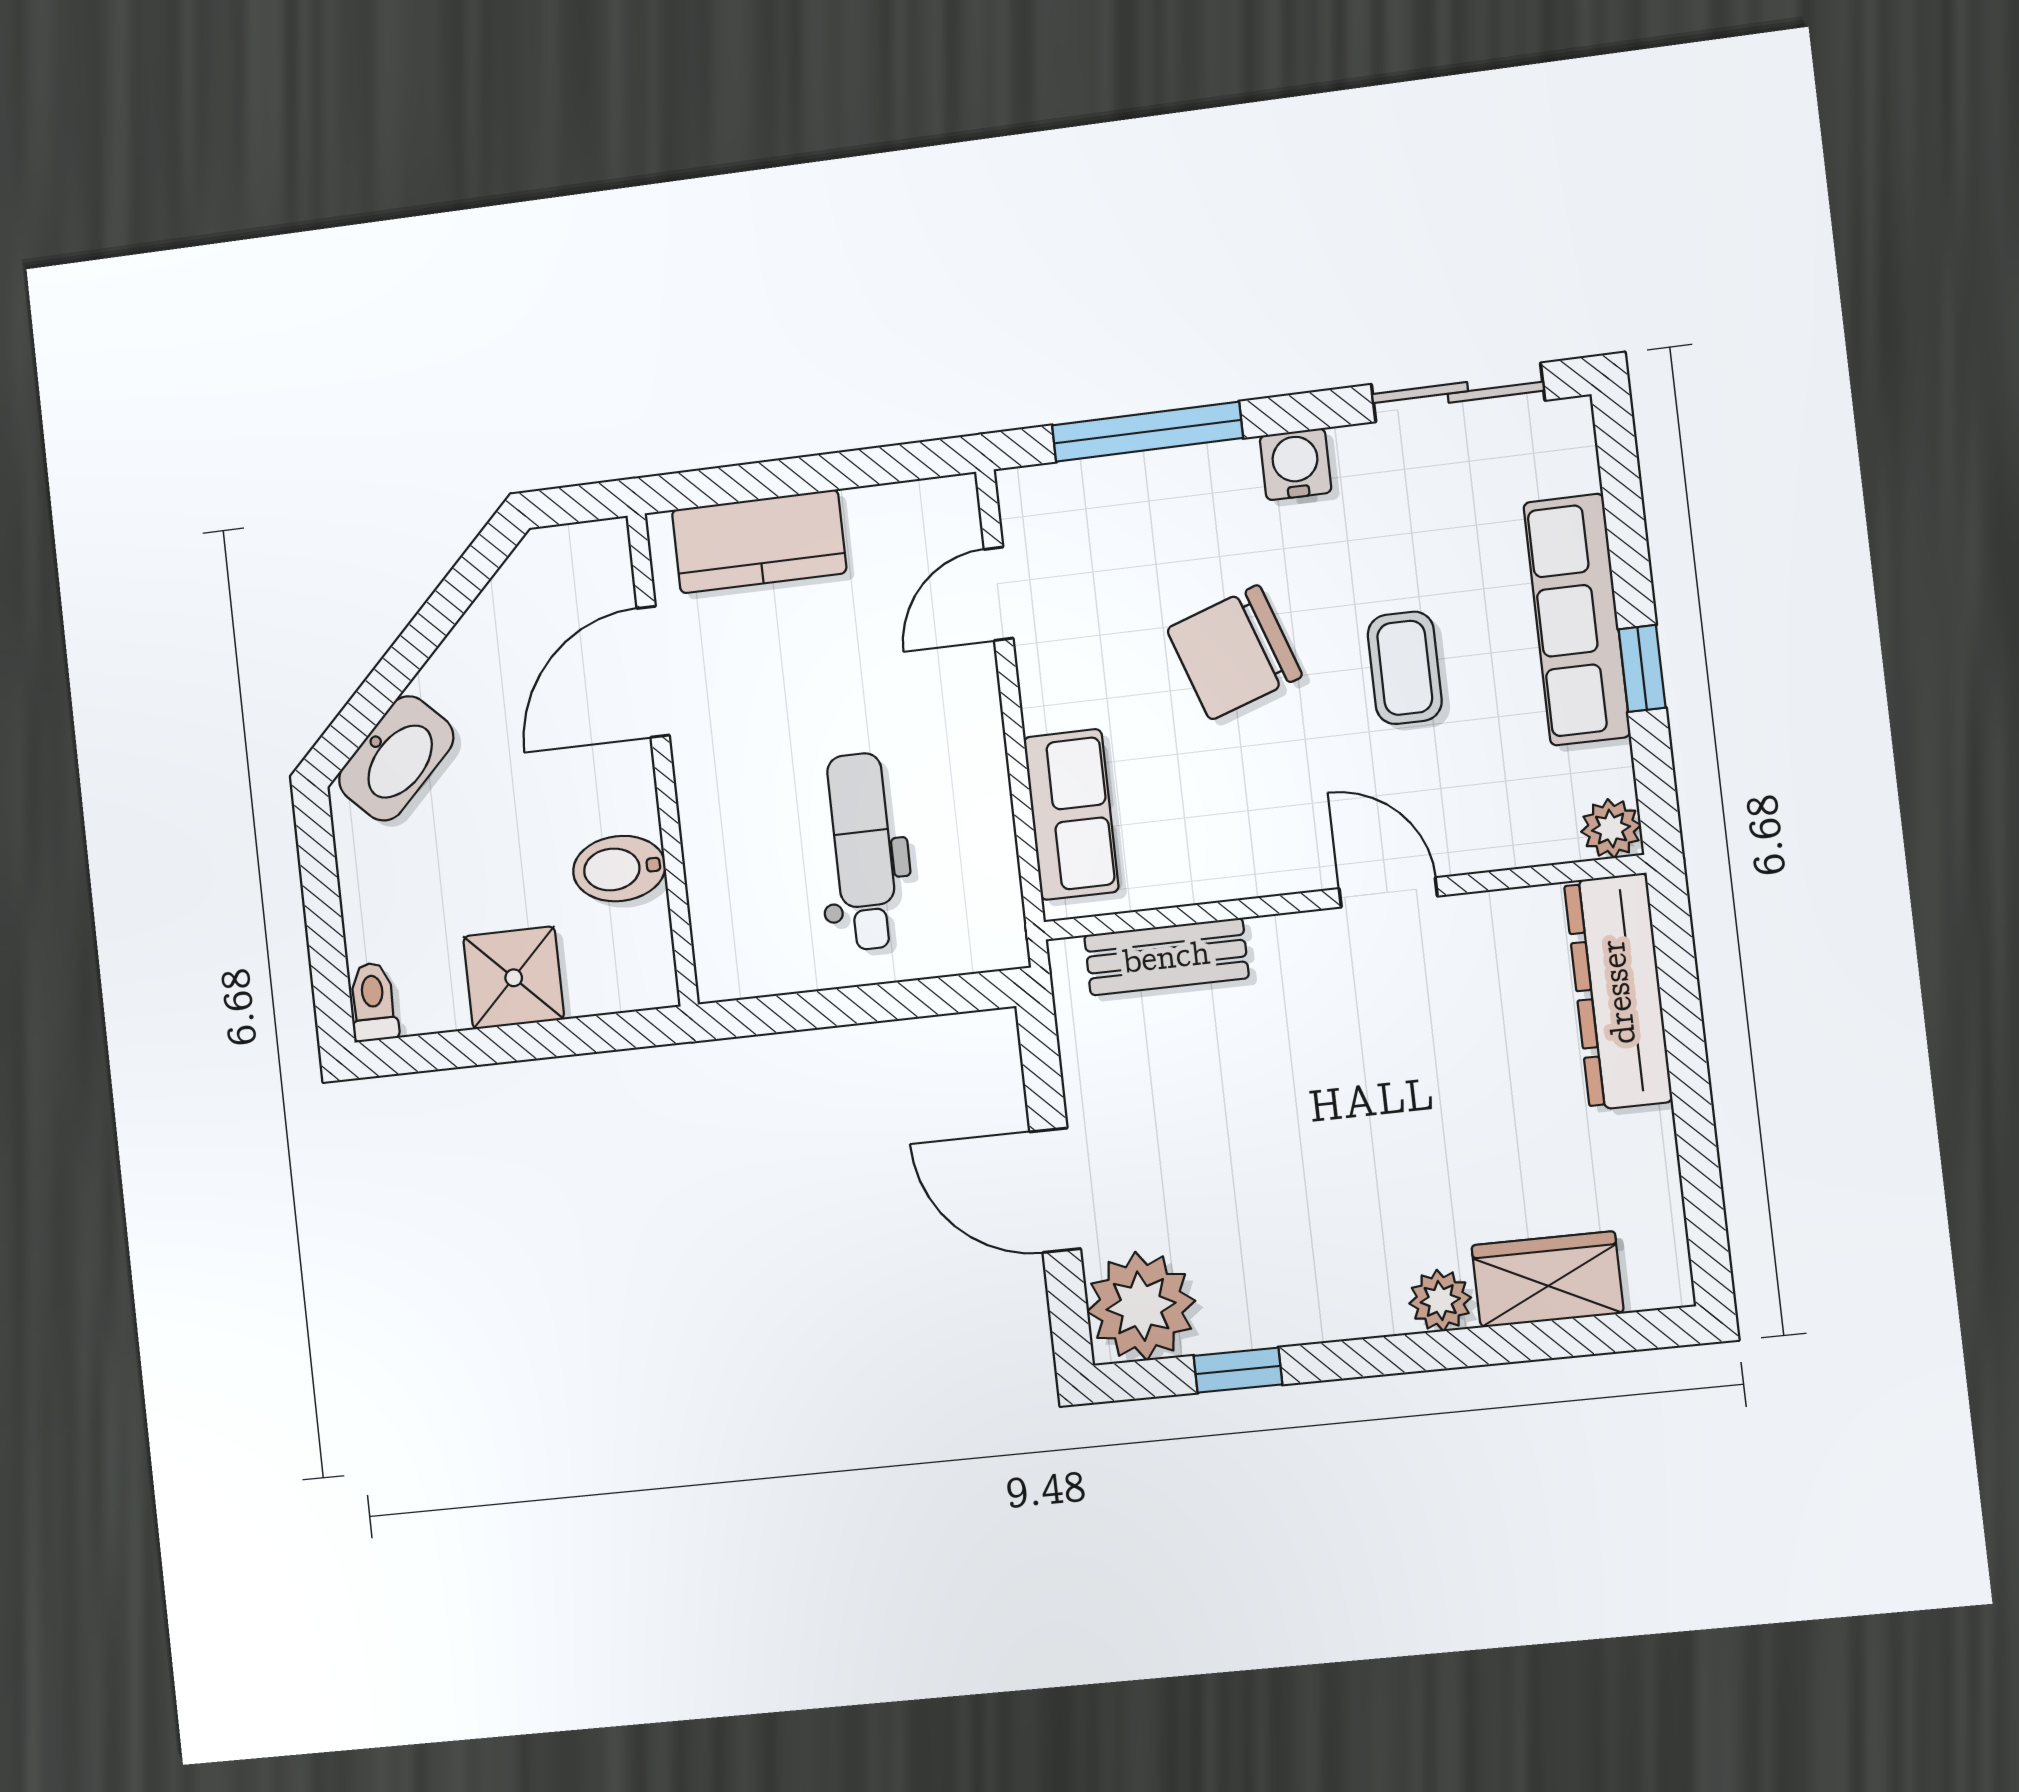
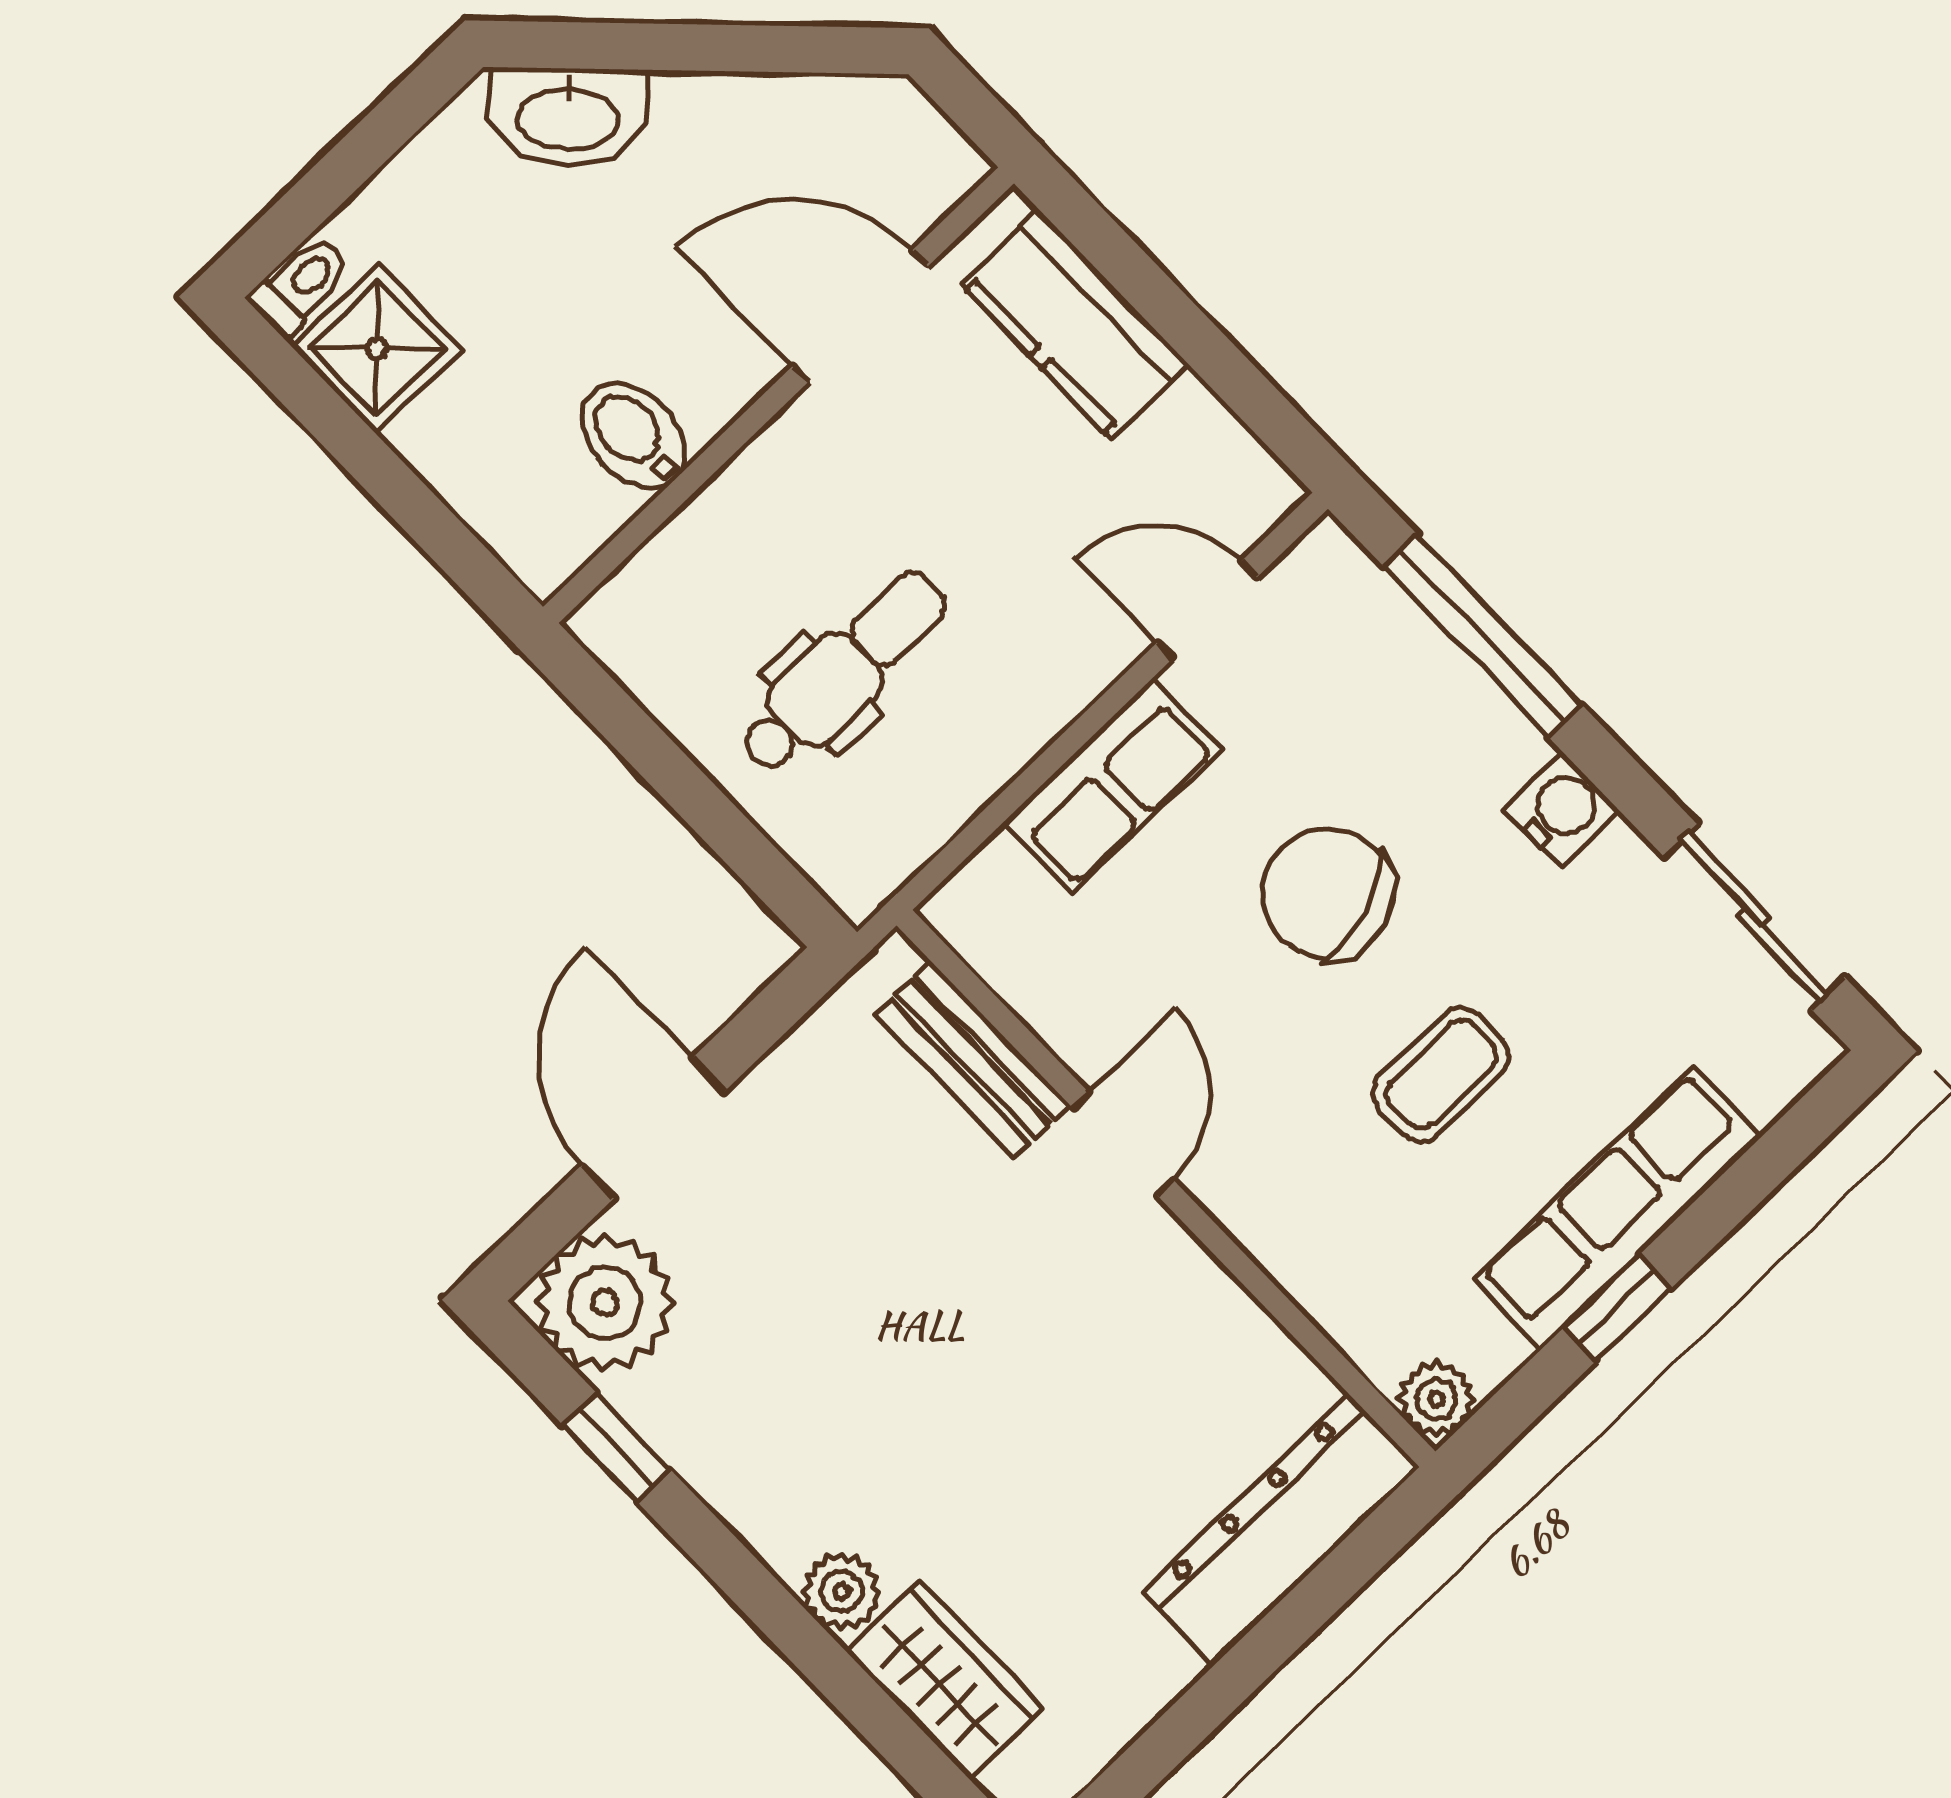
row of seats: (1071, 814) -> (1112, 786), moved
door: (1388, 892) -> (1123, 1144), moved
shower: (514, 978) -> (377, 348), moved

